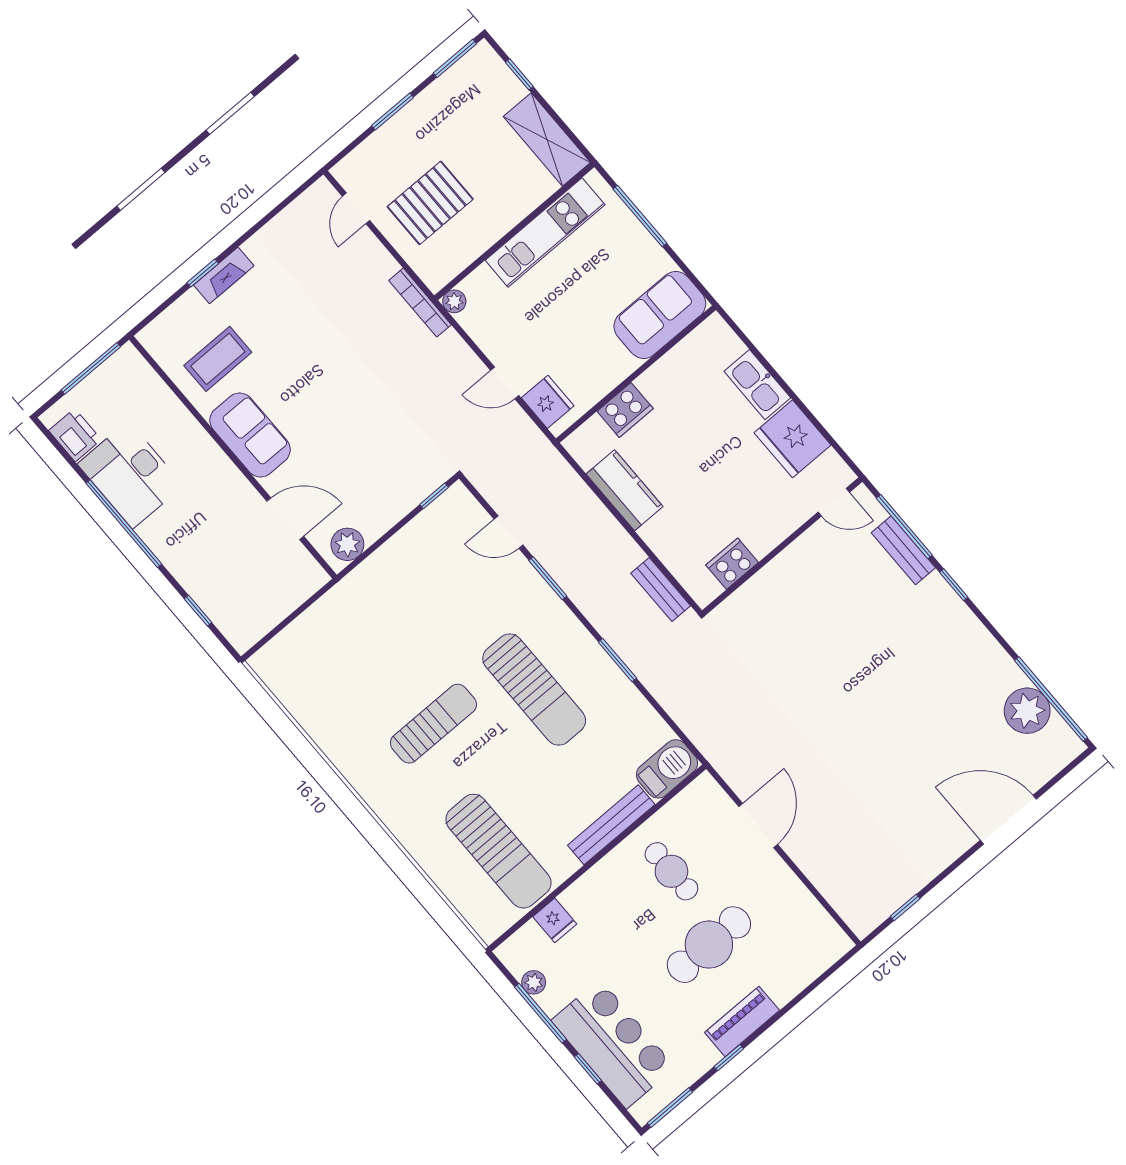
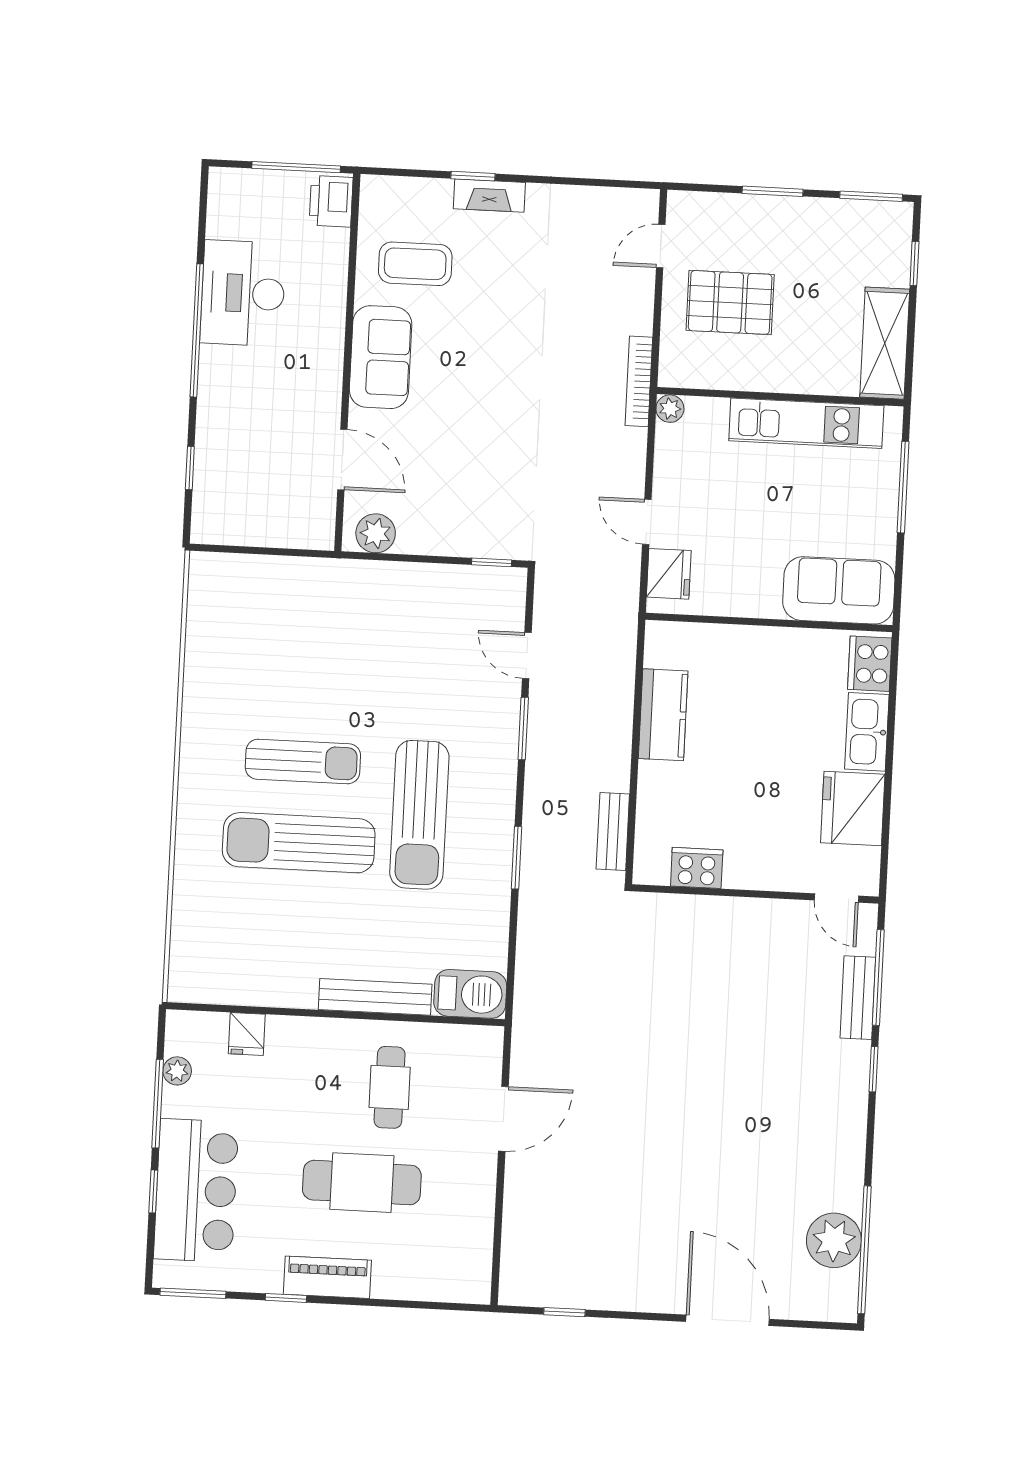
cooker: (625, 410) -> (870, 664), moved, turned 90
printer: (75, 435) -> (331, 201), moved, turned 180
sun lounger: (498, 851) -> (299, 843), moved, turned 90

